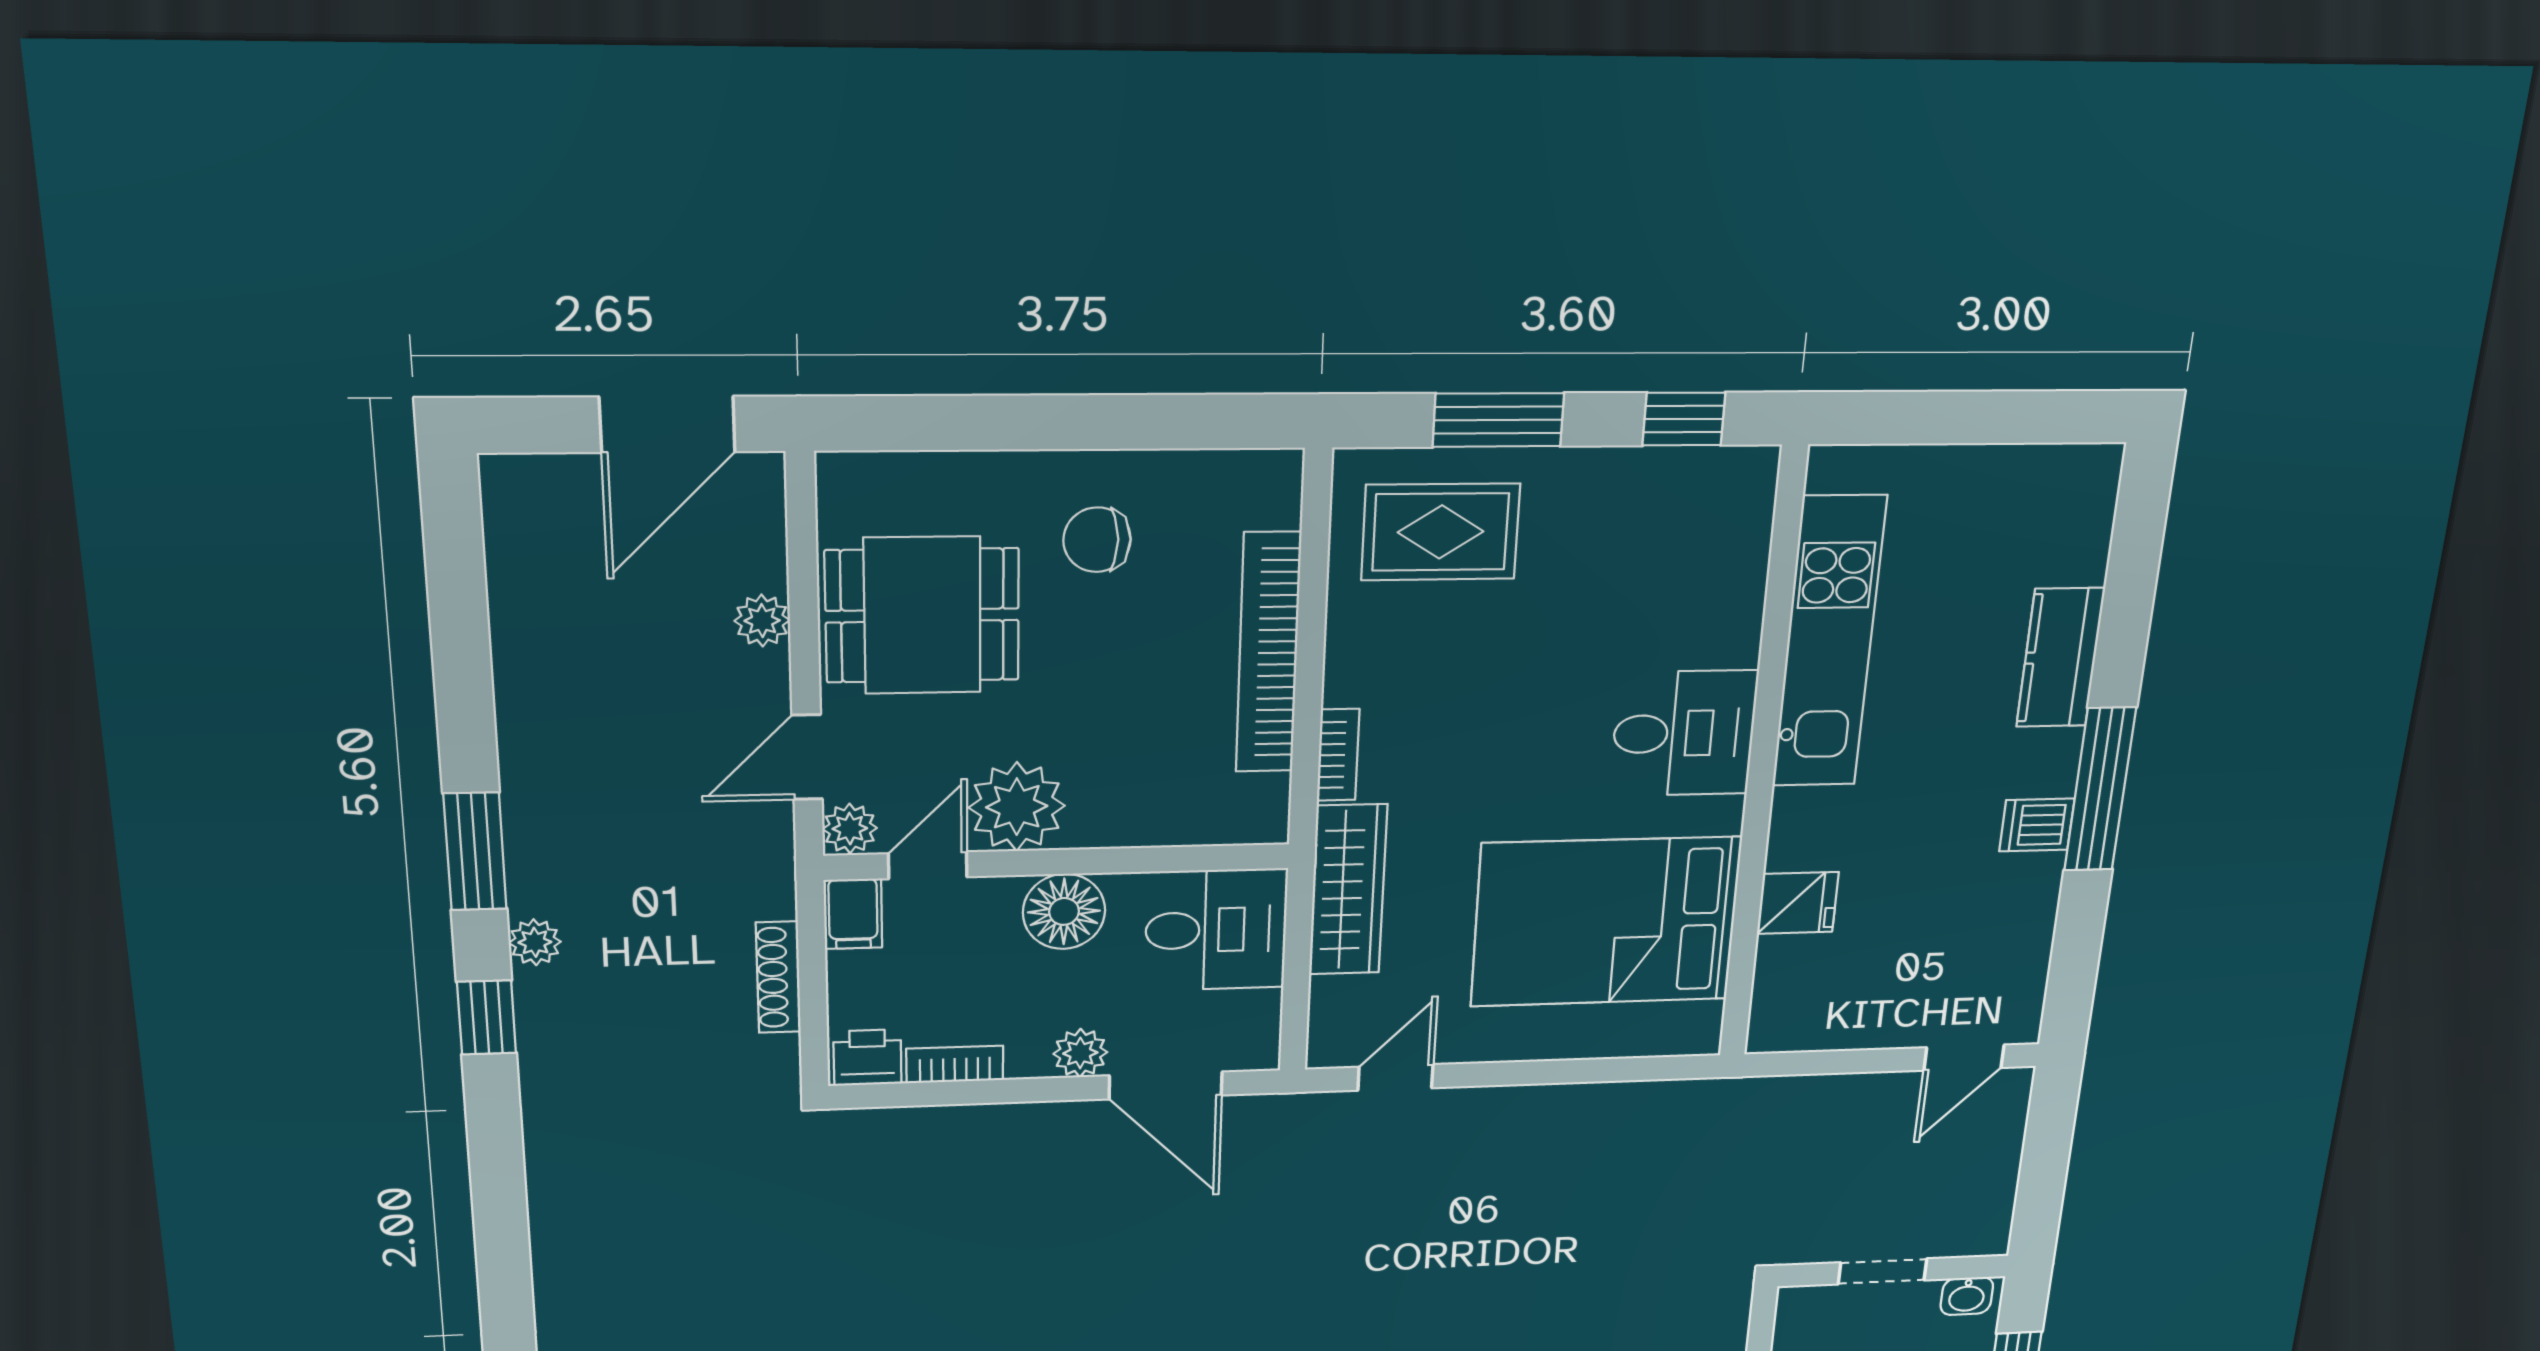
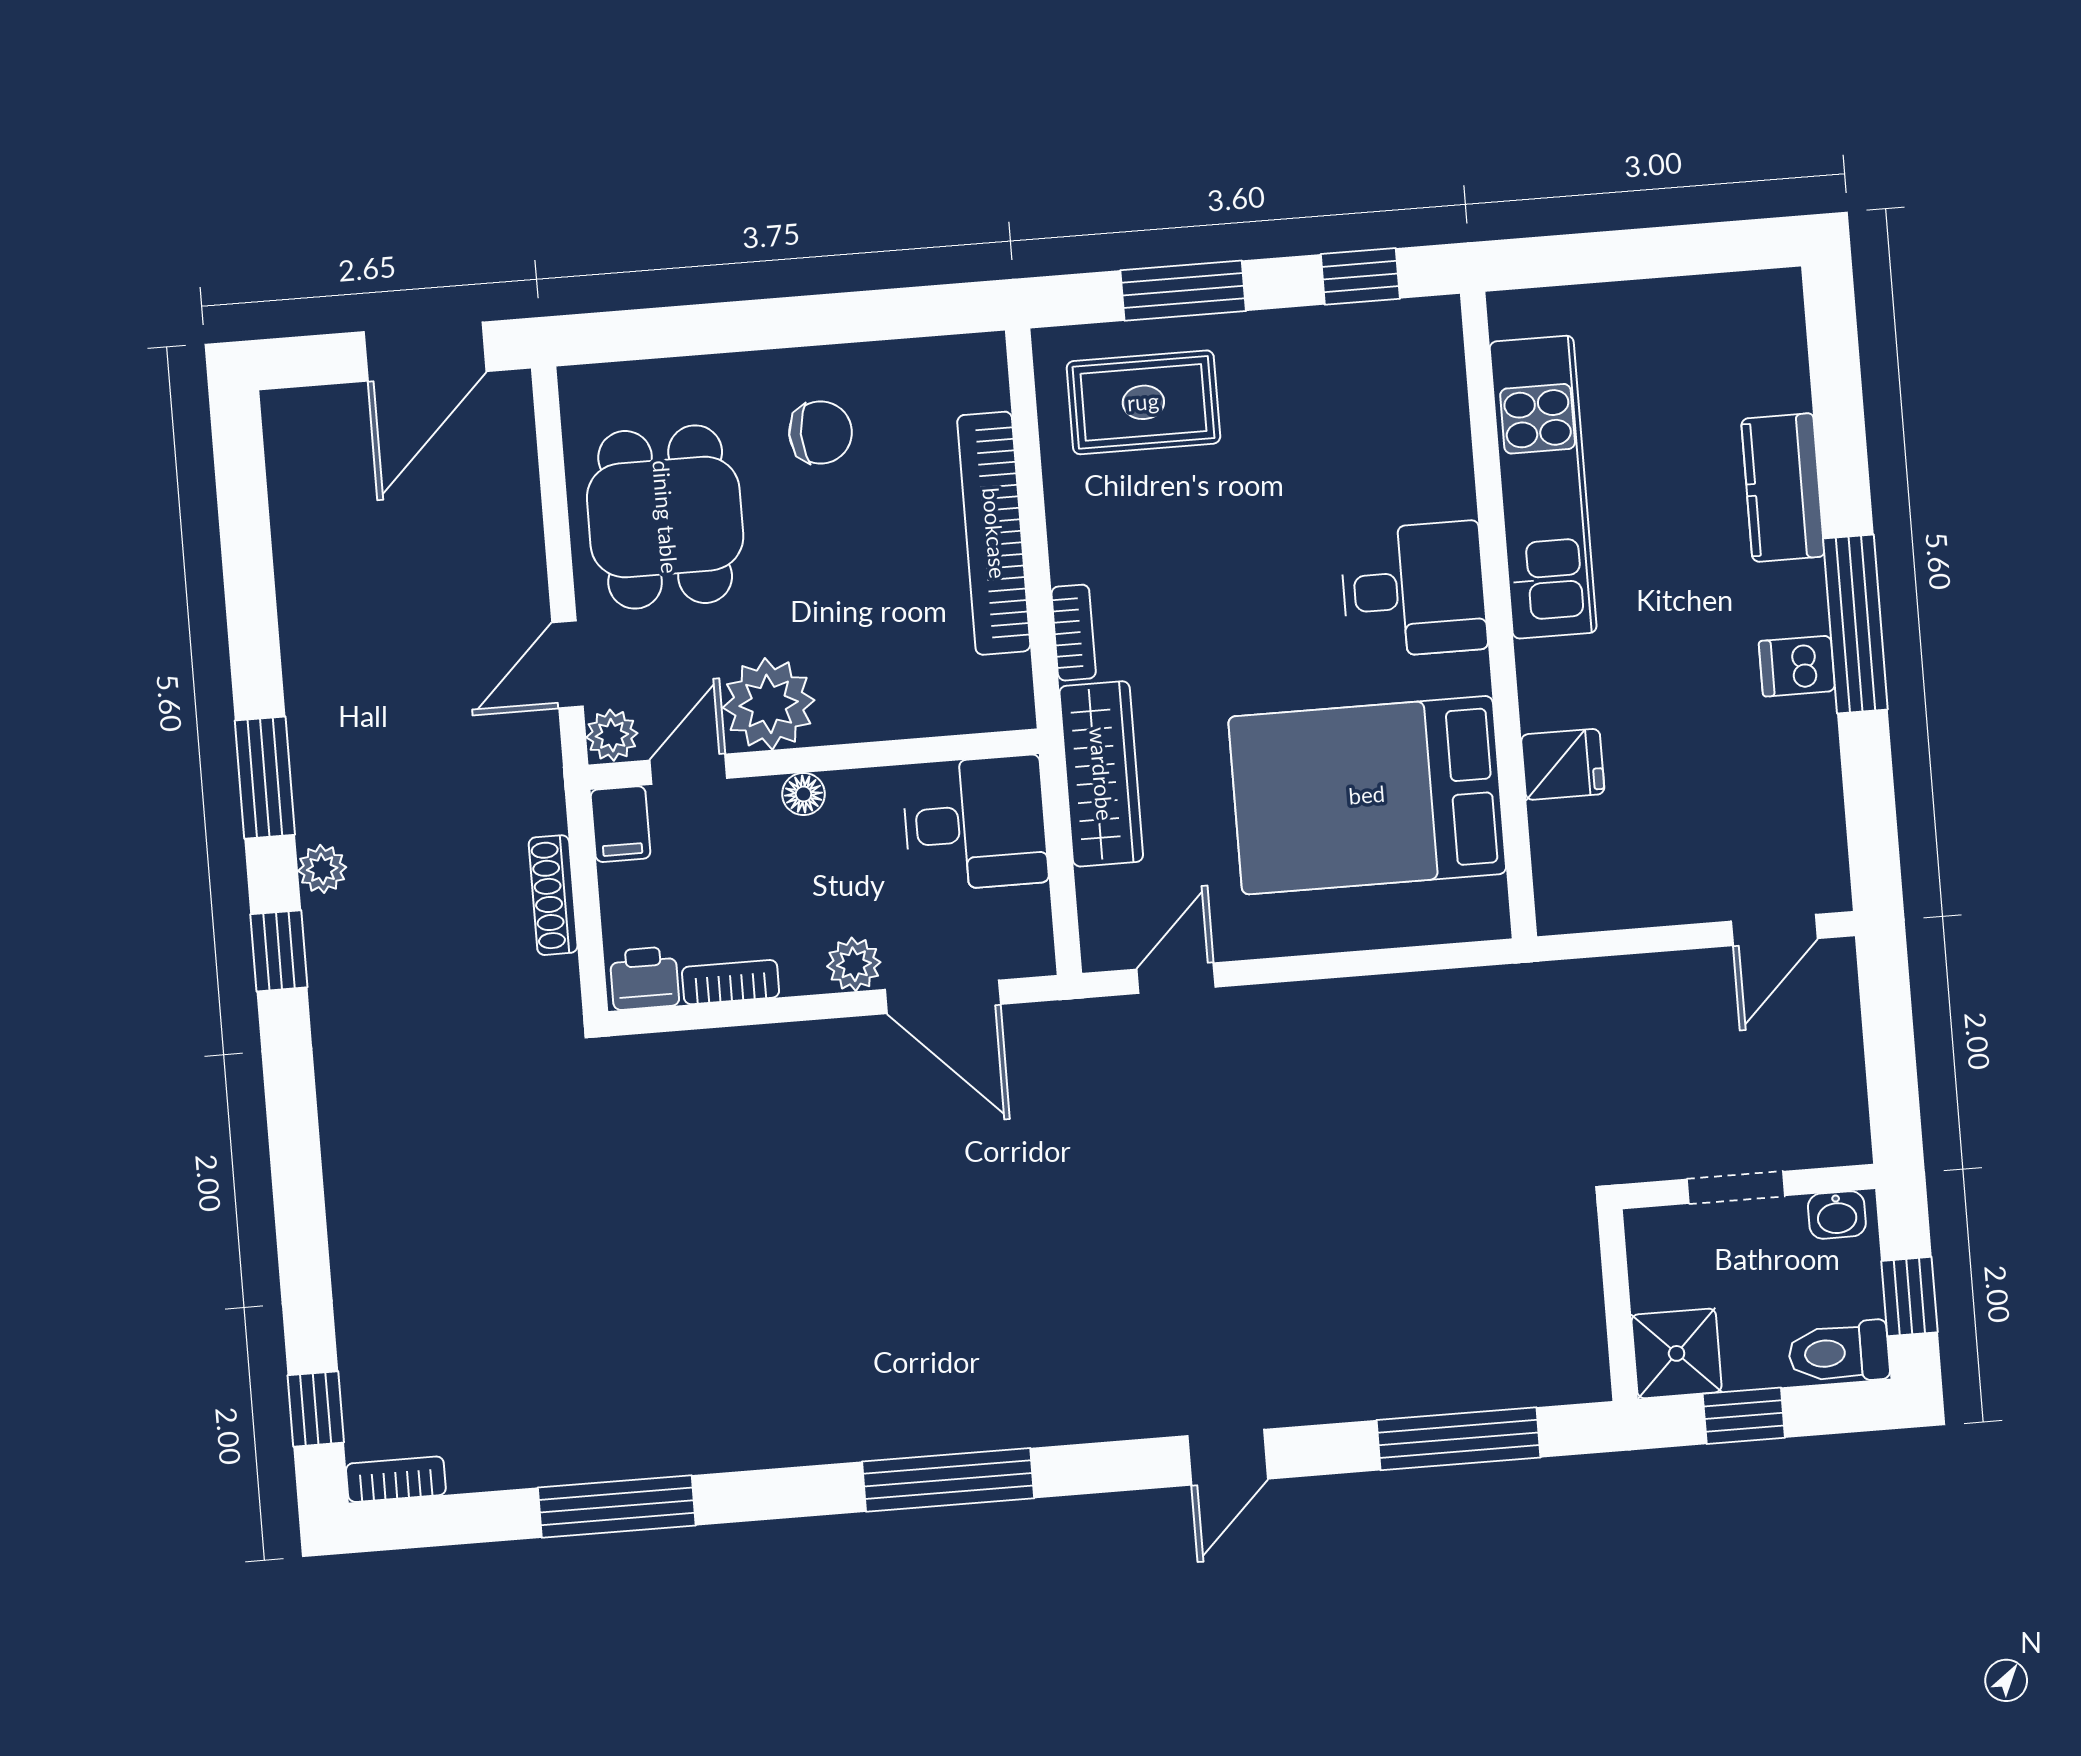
chair: (1097, 540) -> (821, 432), turned 180
dining table: (922, 615) -> (665, 517), turned 90
plant: (762, 621) -> (519, 532), removed
floor lamp: (1064, 911) -> (804, 794), width x0.53, depth x0.53

